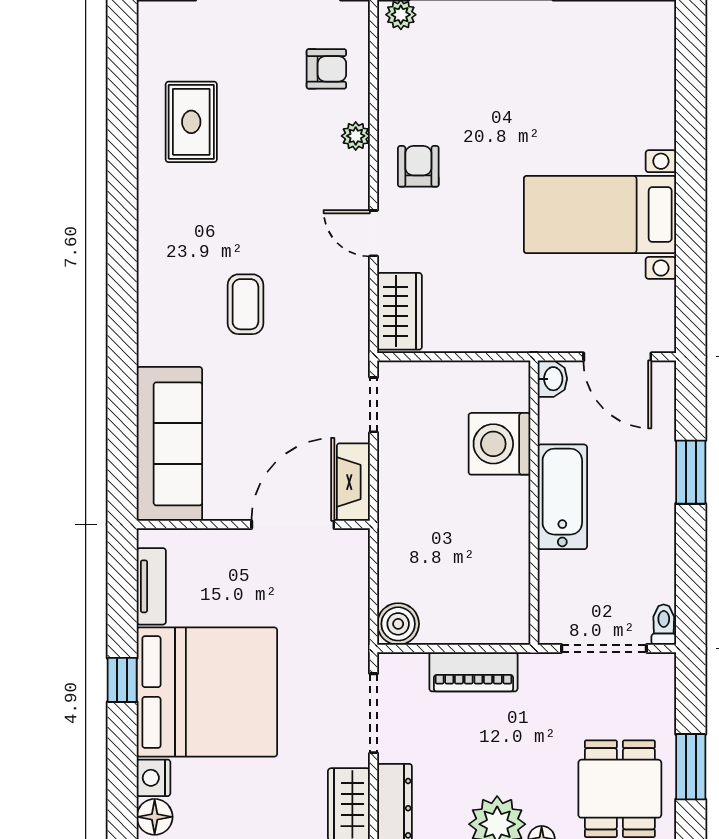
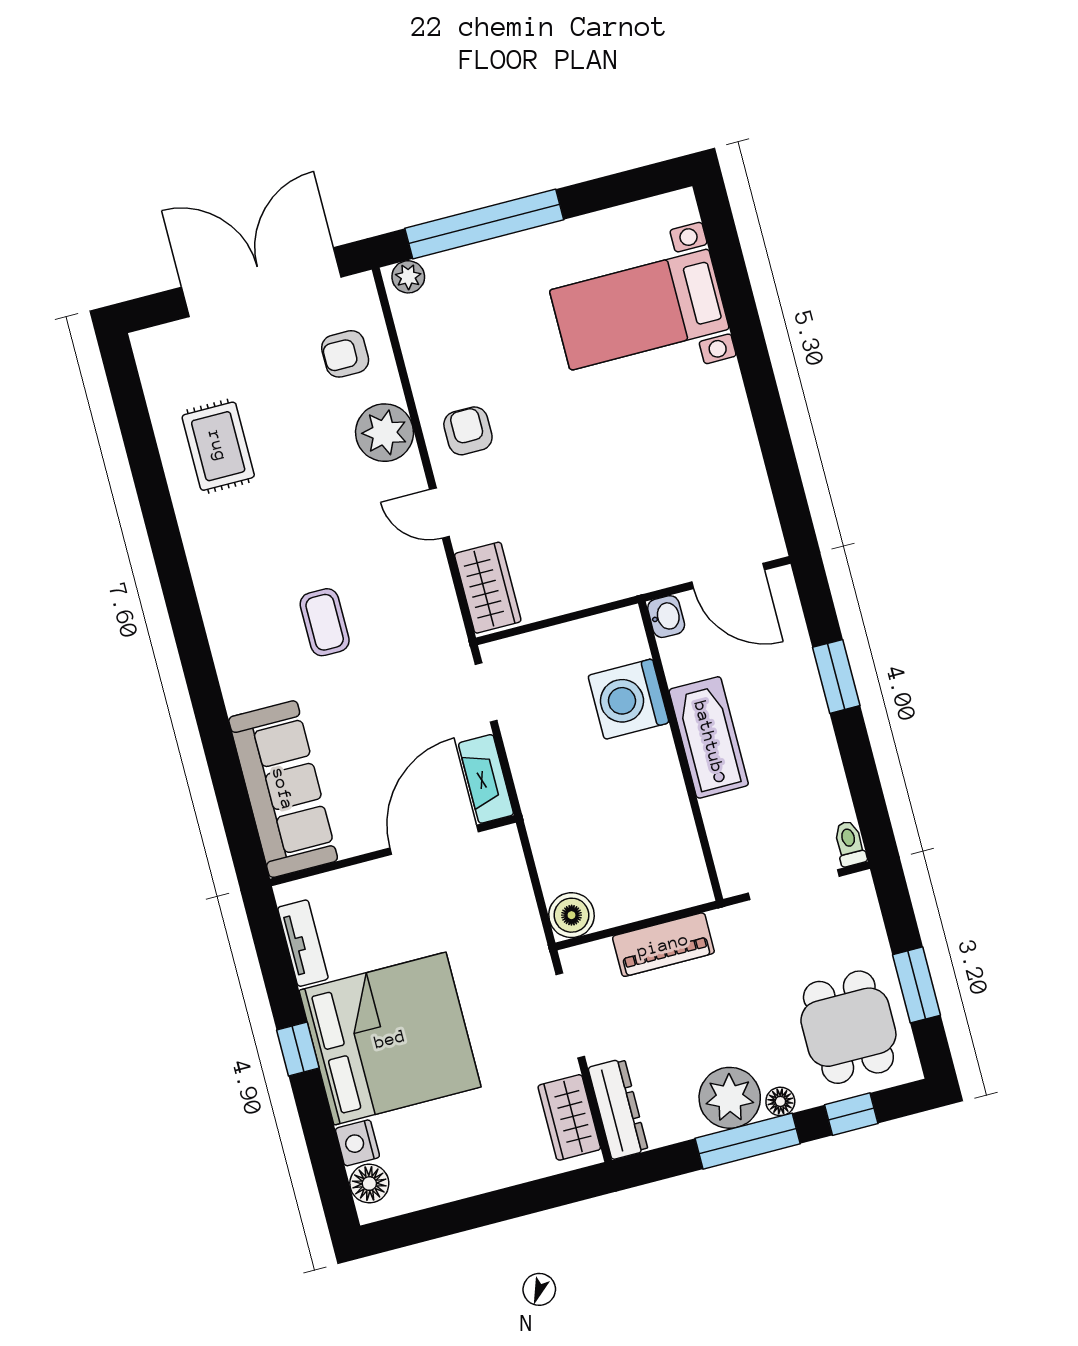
armchair: (326, 69) -> (345, 354), turned 180
plant: (356, 136) -> (385, 433), width x1.87, depth x1.87
bed with nightstands: (600, 215) -> (639, 310), moved

